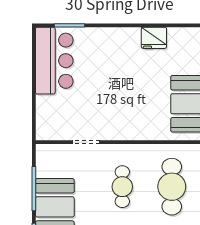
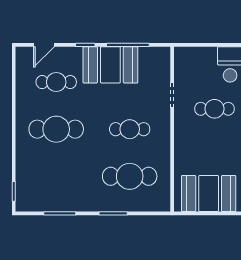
cafe table: (101, 98) -> (214, 109), added

